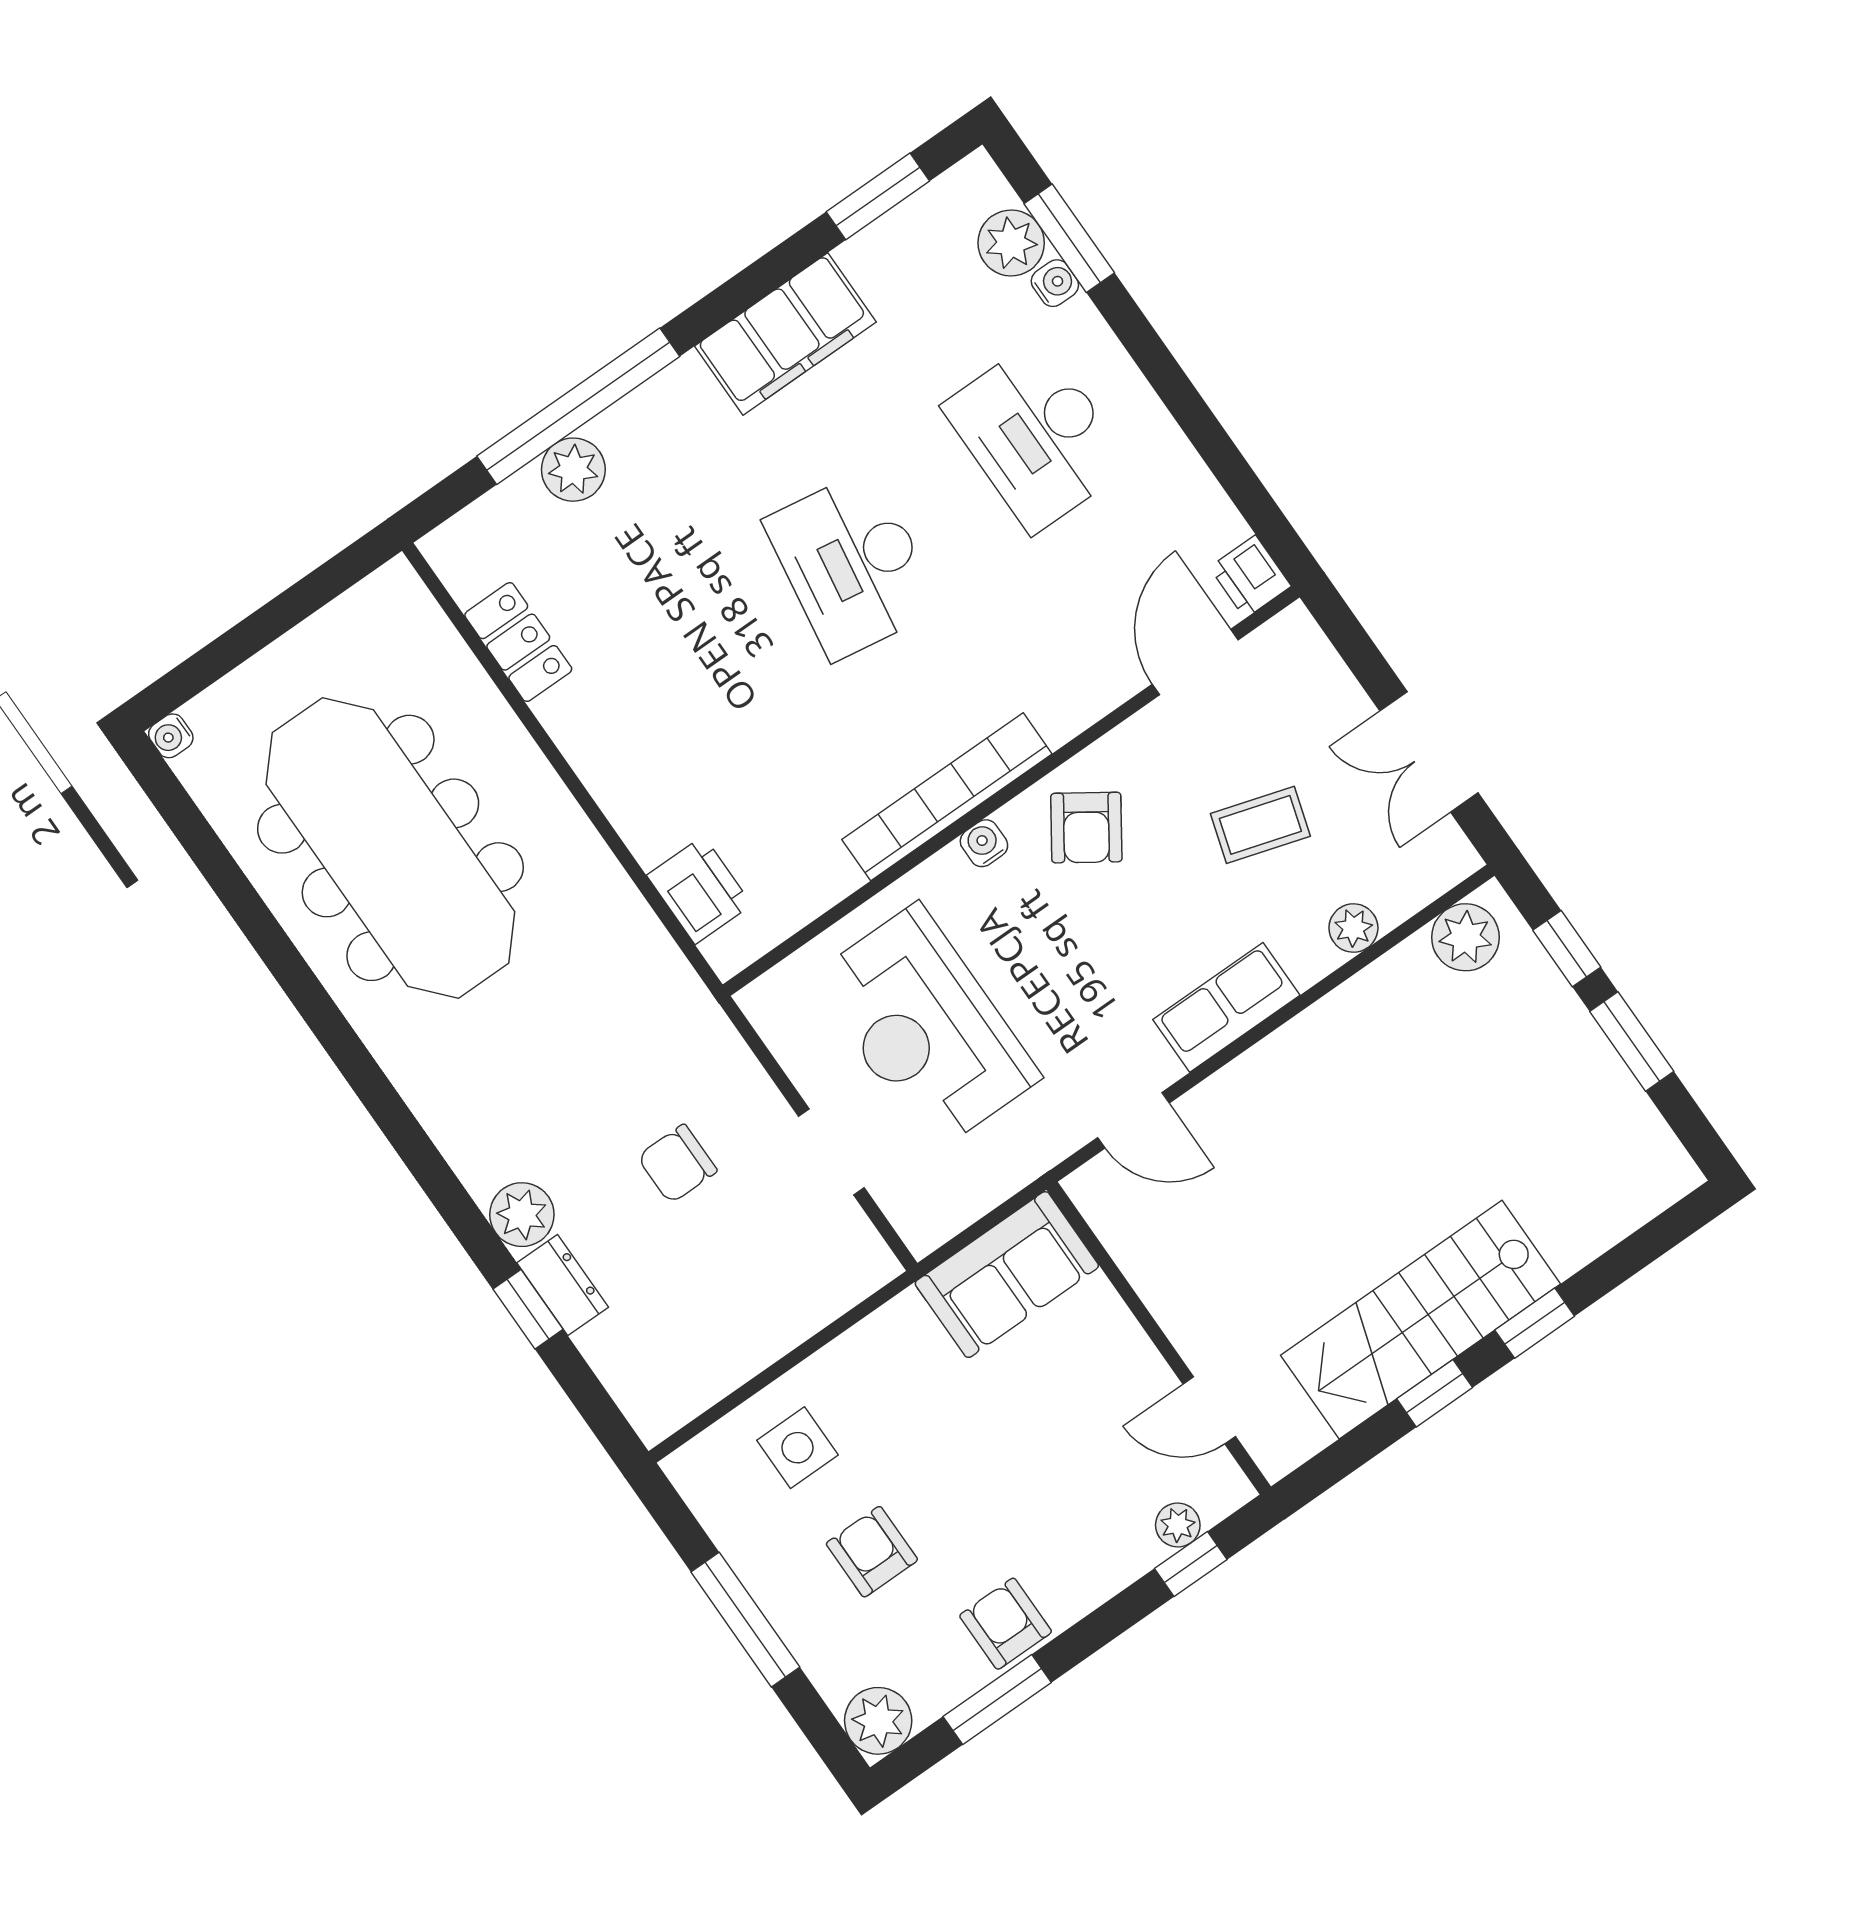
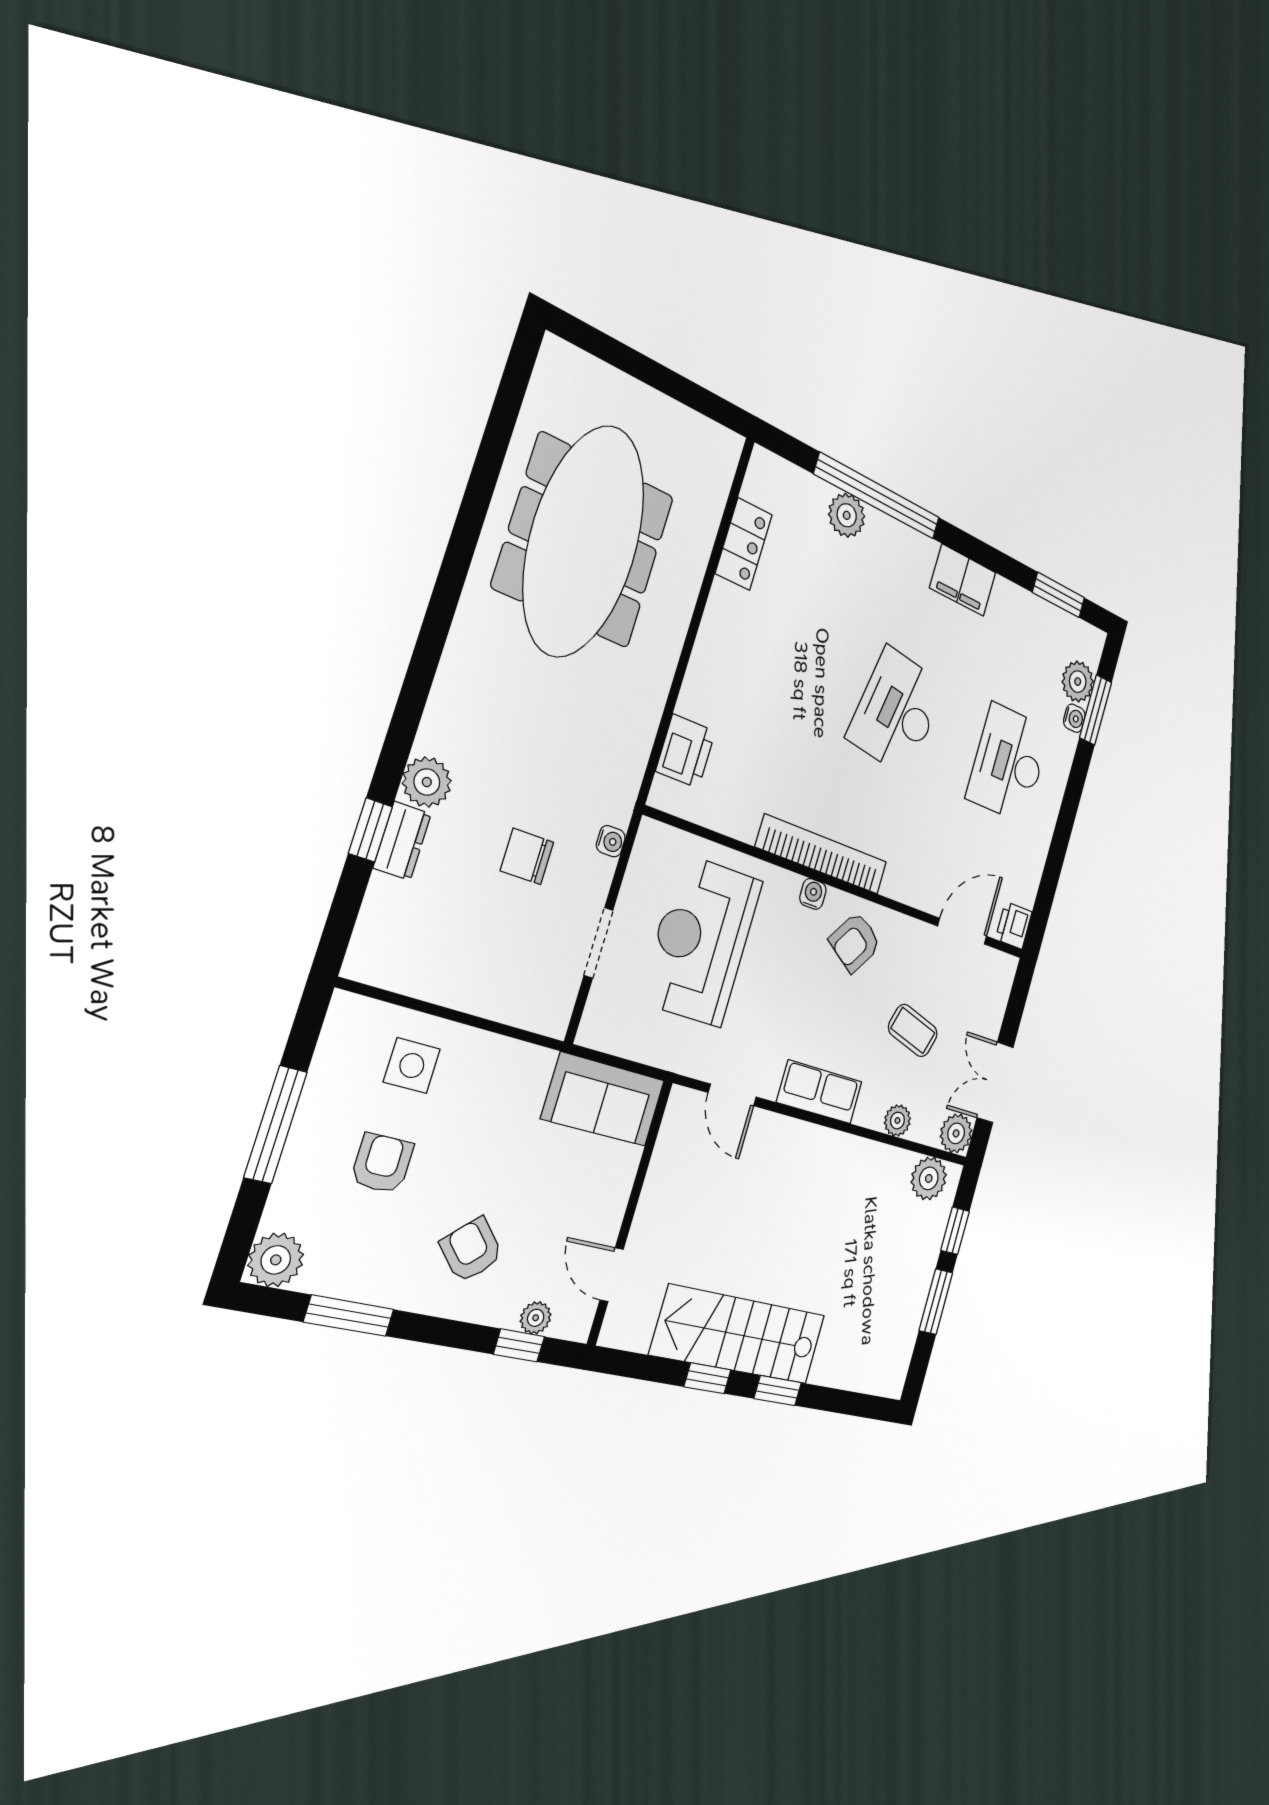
filing cabinet: (785, 334) -> (963, 580), width x0.67, depth x0.86
water cooler: (171, 736) -> (611, 841), moved, turned 180
plant: (1444, 857) -> (956, 1133), added
armchair: (1006, 1624) -> (471, 1250), moved, turned -43

